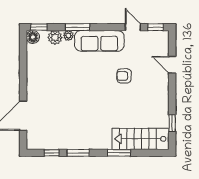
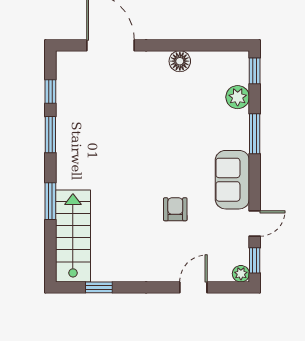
plant: (68, 36) -> (241, 274), moved
floor lamp: (33, 37) -> (180, 61), moved
sofa: (99, 41) -> (232, 180), width x0.73

